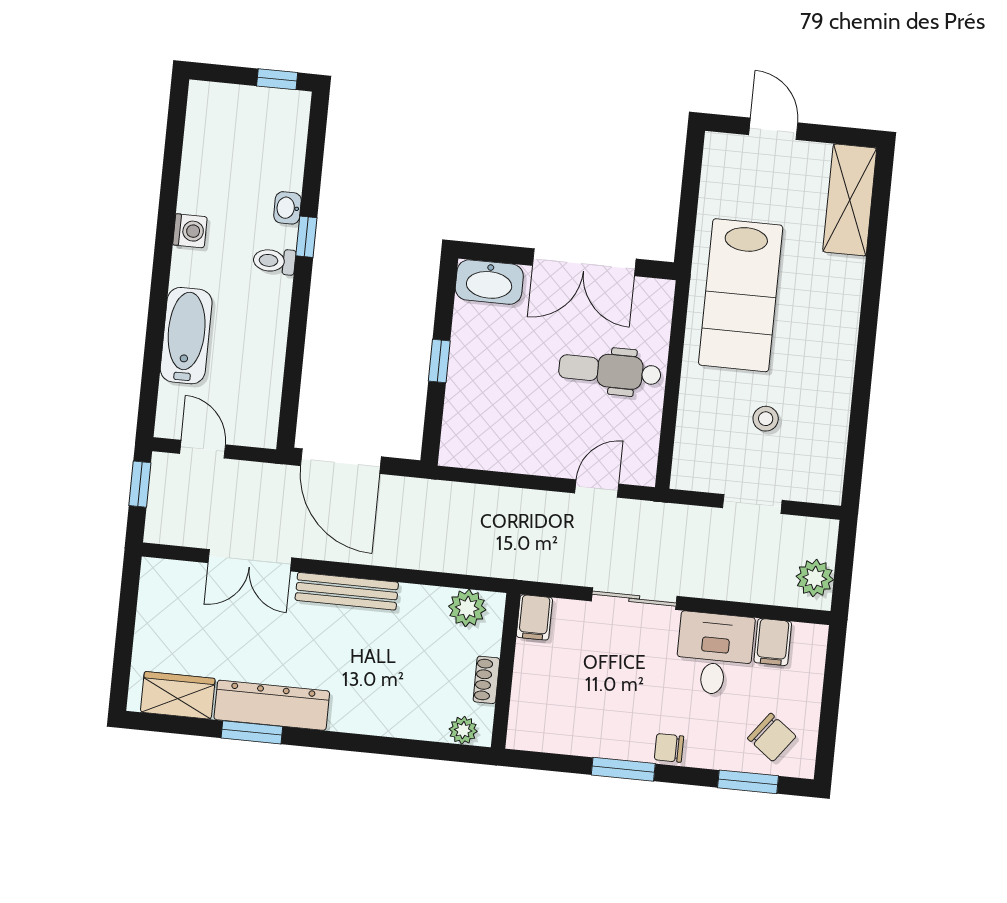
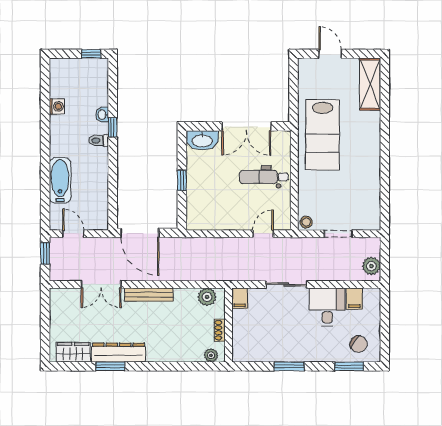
washing machine: (190, 231) -> (57, 106), moved
stool: (766, 419) -> (306, 222), moved
chair: (669, 748) -> (310, 354), removed

